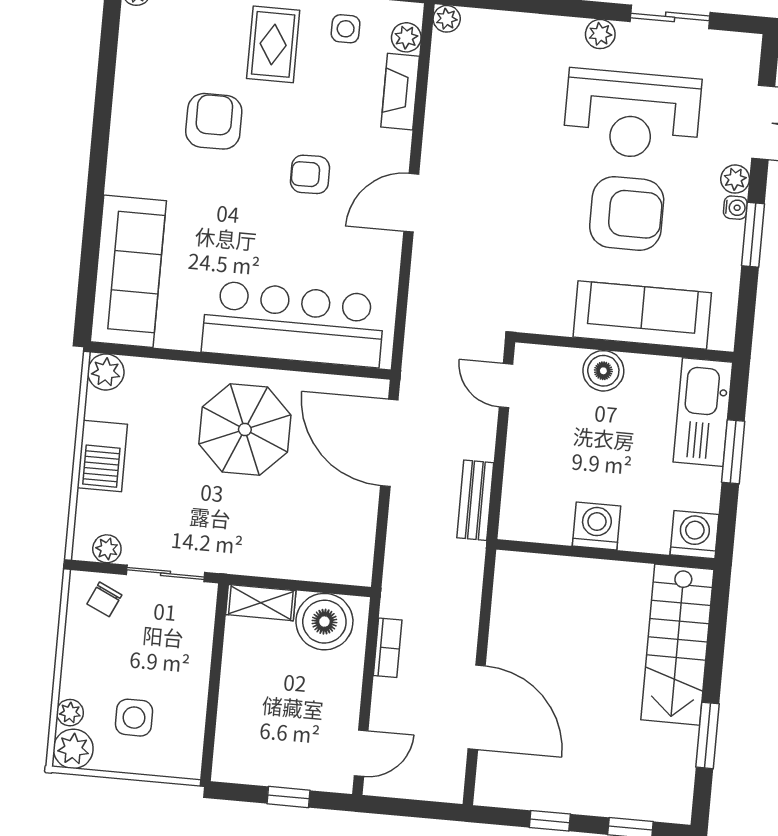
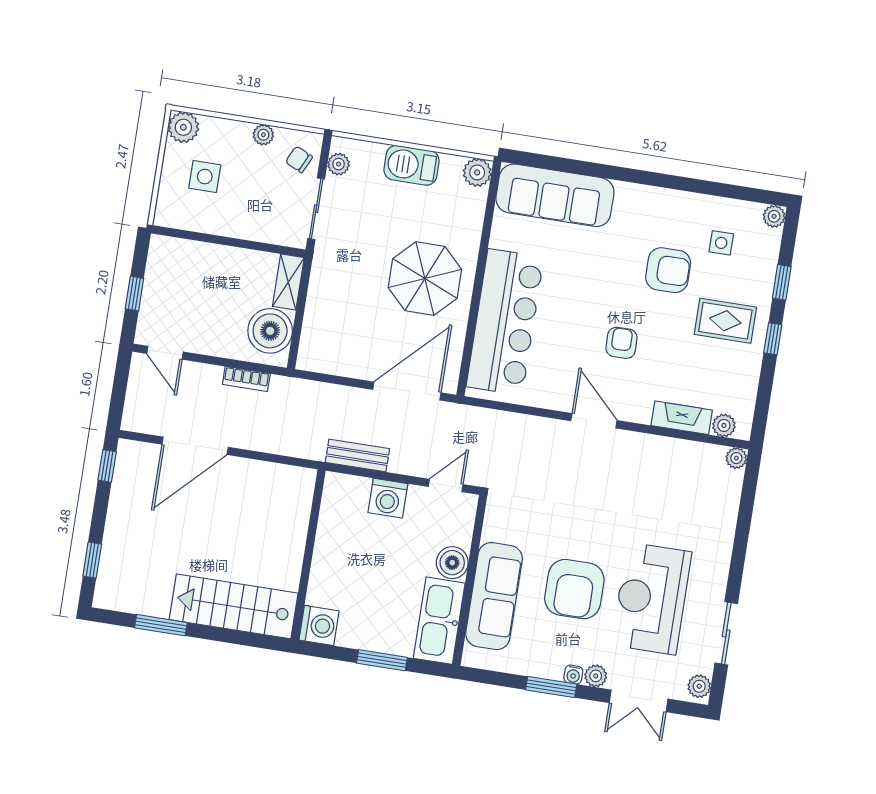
side table: (346, 29) -> (721, 243), moved
plant: (600, 34) -> (699, 686), moved
kitchen sink: (703, 412) -> (439, 621), moved, turned -90
washing machine: (597, 526) -> (388, 498), moved, turned 90
plant: (70, 713) -> (263, 135), moved
window: (550, 821) -> (107, 466), moved

